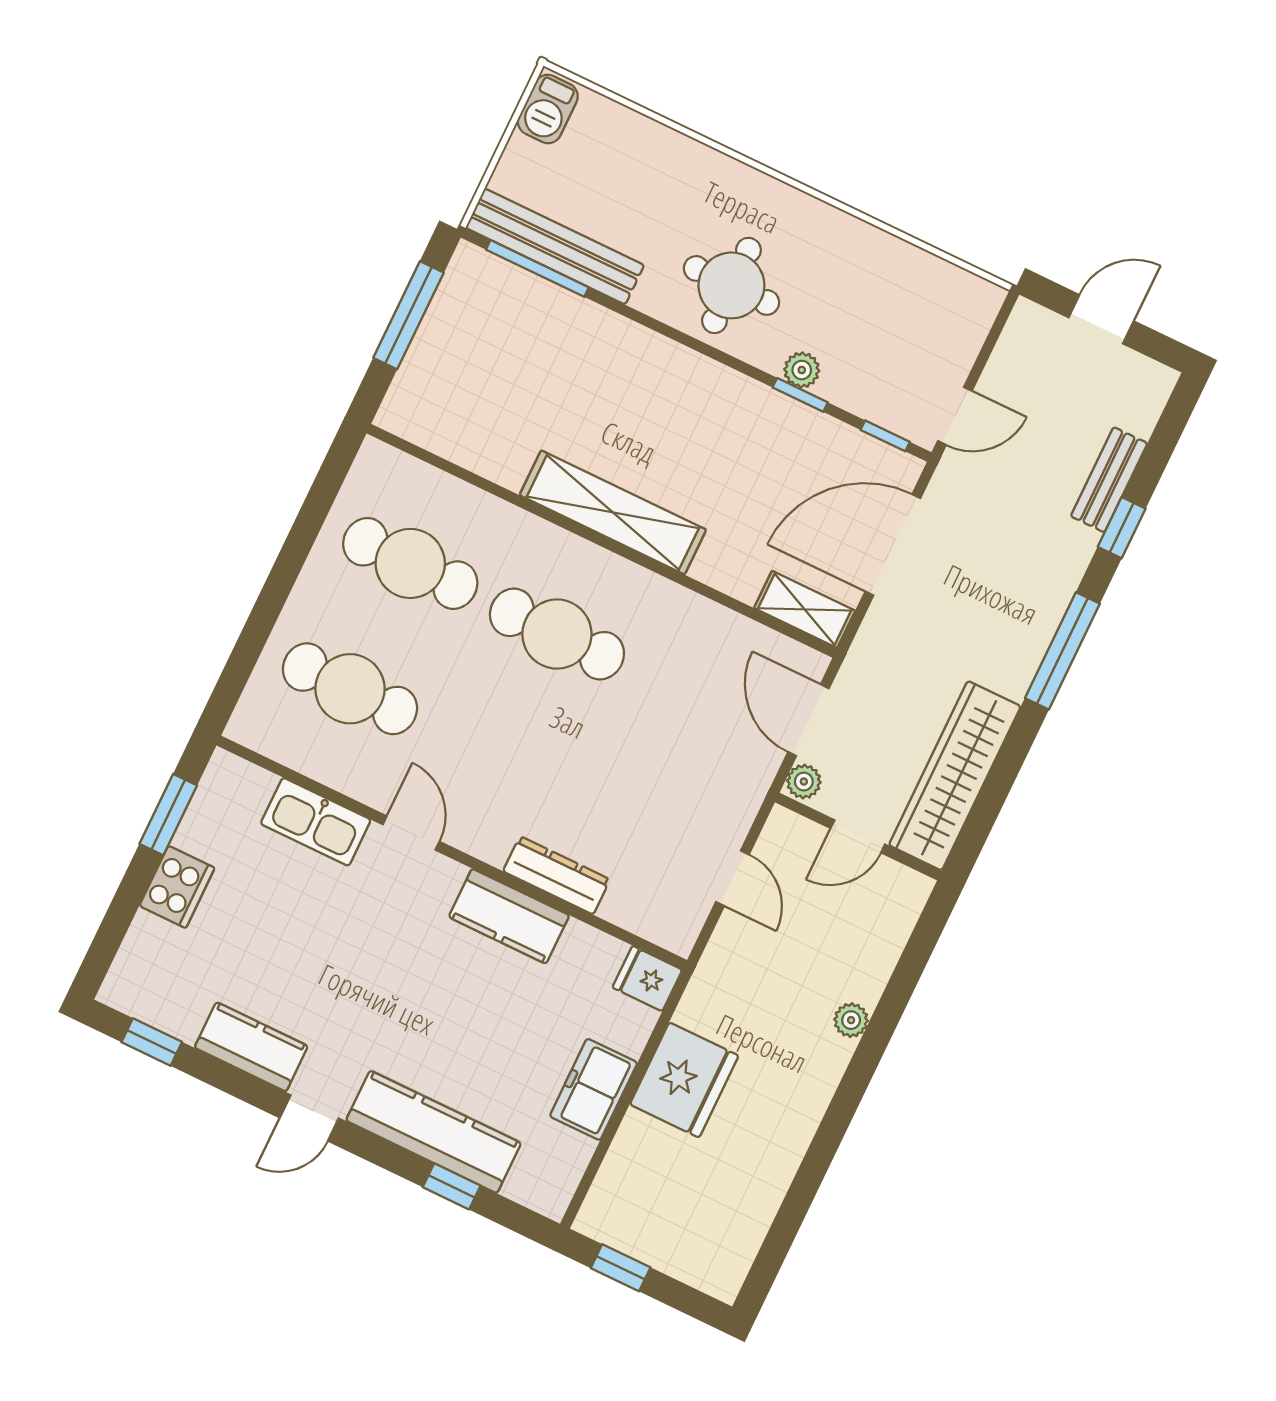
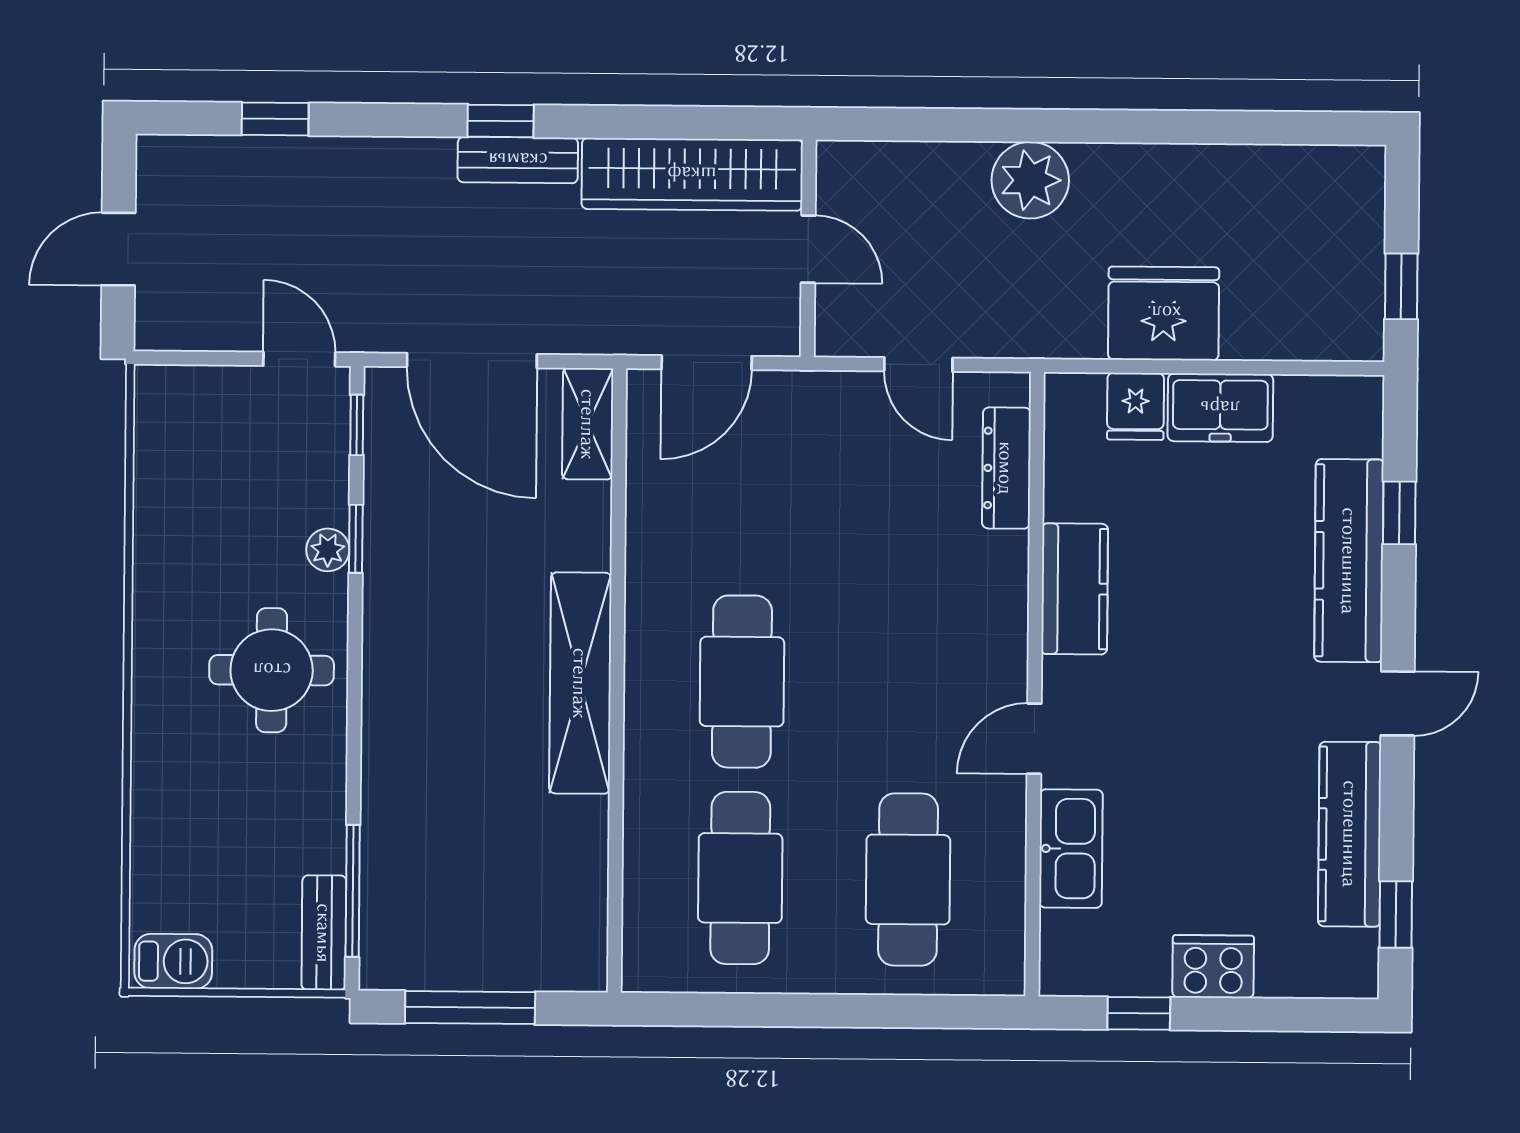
bench: (555, 246) -> (324, 933), width x0.54, depth x0.82
door: (1101, 319) -> (118, 249), hinge flipped
bench: (1109, 480) -> (518, 160), moved
window: (1122, 528) -> (275, 119), moved
window: (1062, 651) -> (501, 121), width x0.46
plant: (804, 782) -> (776, 336), removed
window: (168, 815) -> (1139, 1013), width x0.67
dresser: (557, 875) -> (1006, 468), moved
door: (732, 878) -> (918, 364), swing flipped
fridge: (647, 979) -> (1136, 406), moved
plant: (851, 1020) -> (1030, 180), width x1.88, depth x1.88
kitchen counter: (251, 1047) -> (1350, 834), width x1.50
door: (309, 1118) -> (1398, 703), hinge flipped

